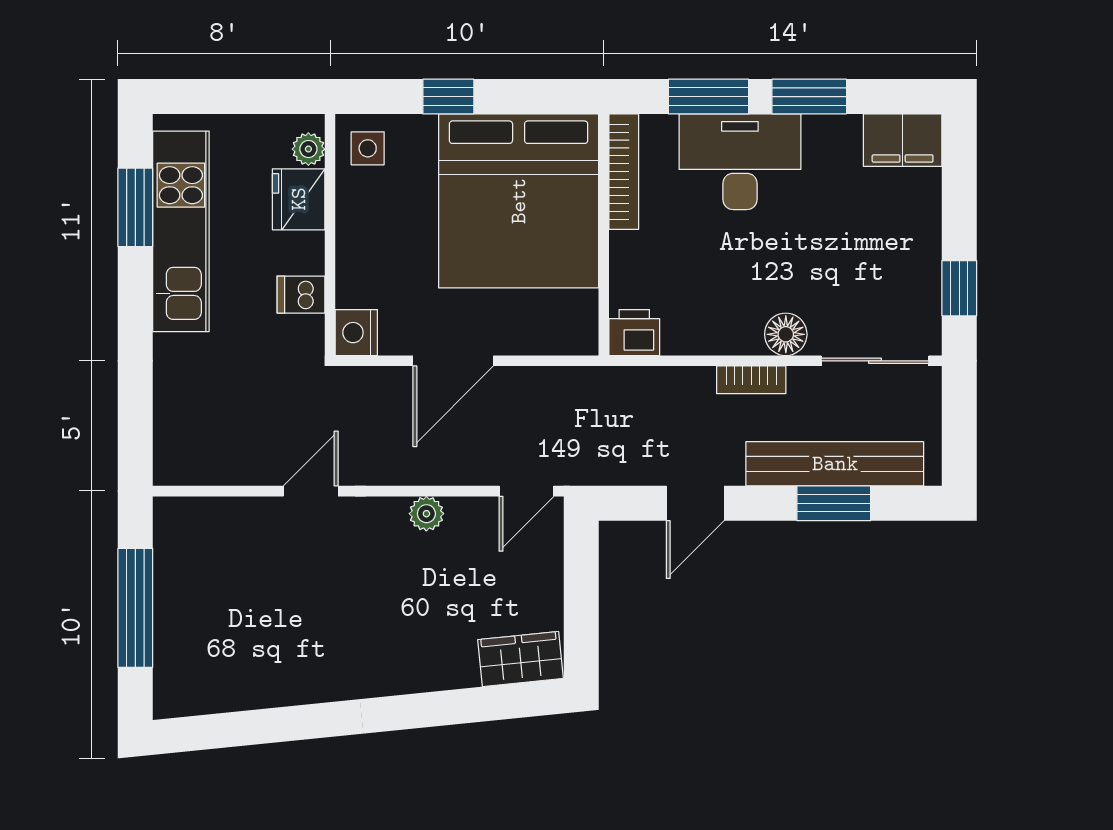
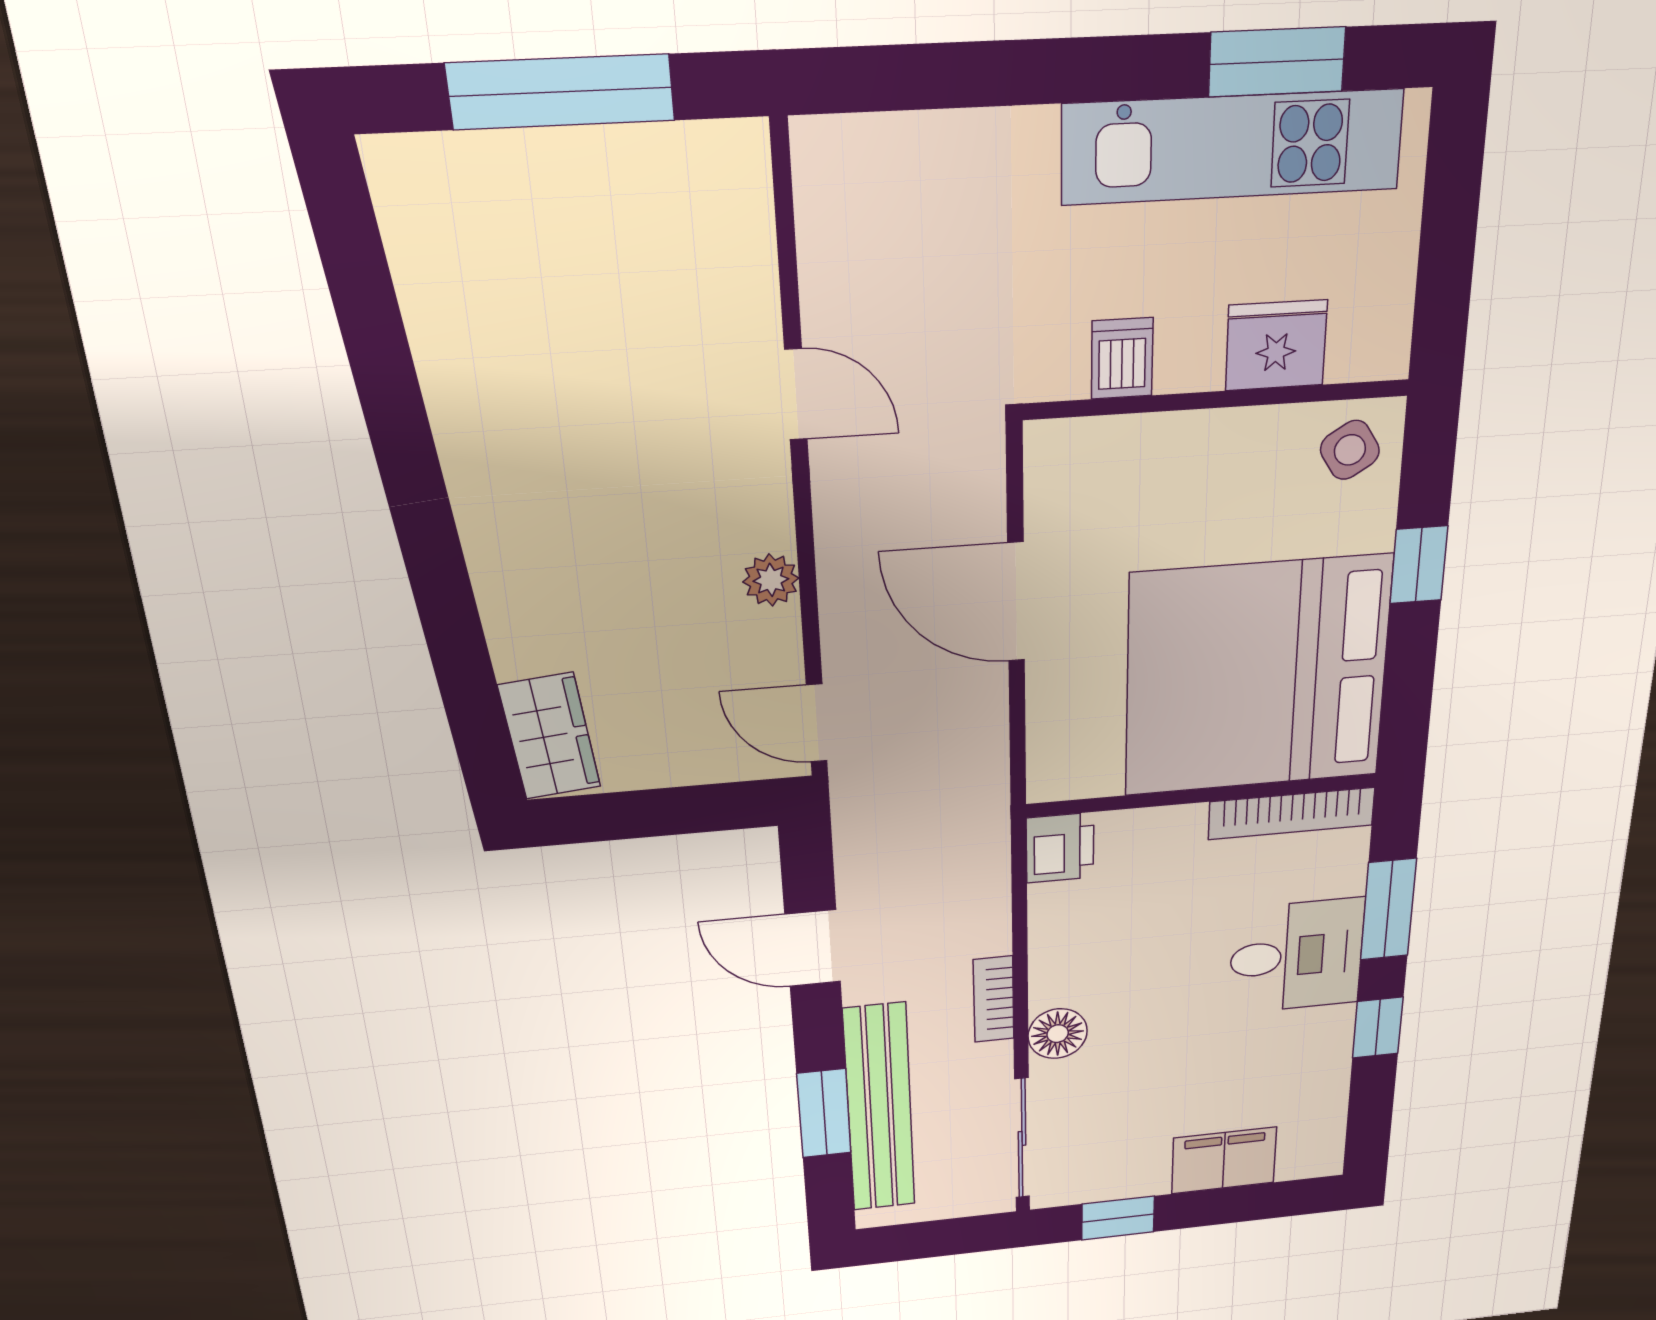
window: (809, 97) -> (1378, 1028), width x0.67
filing cabinet: (903, 140) -> (1224, 1160), moved, turned 90
side table: (368, 148) -> (1350, 450), turned -32
plant: (308, 149) -> (1355, 356), removed
desk: (740, 162) -> (1296, 956), width x0.73
nightstand: (356, 333) -> (1060, 451), removed

